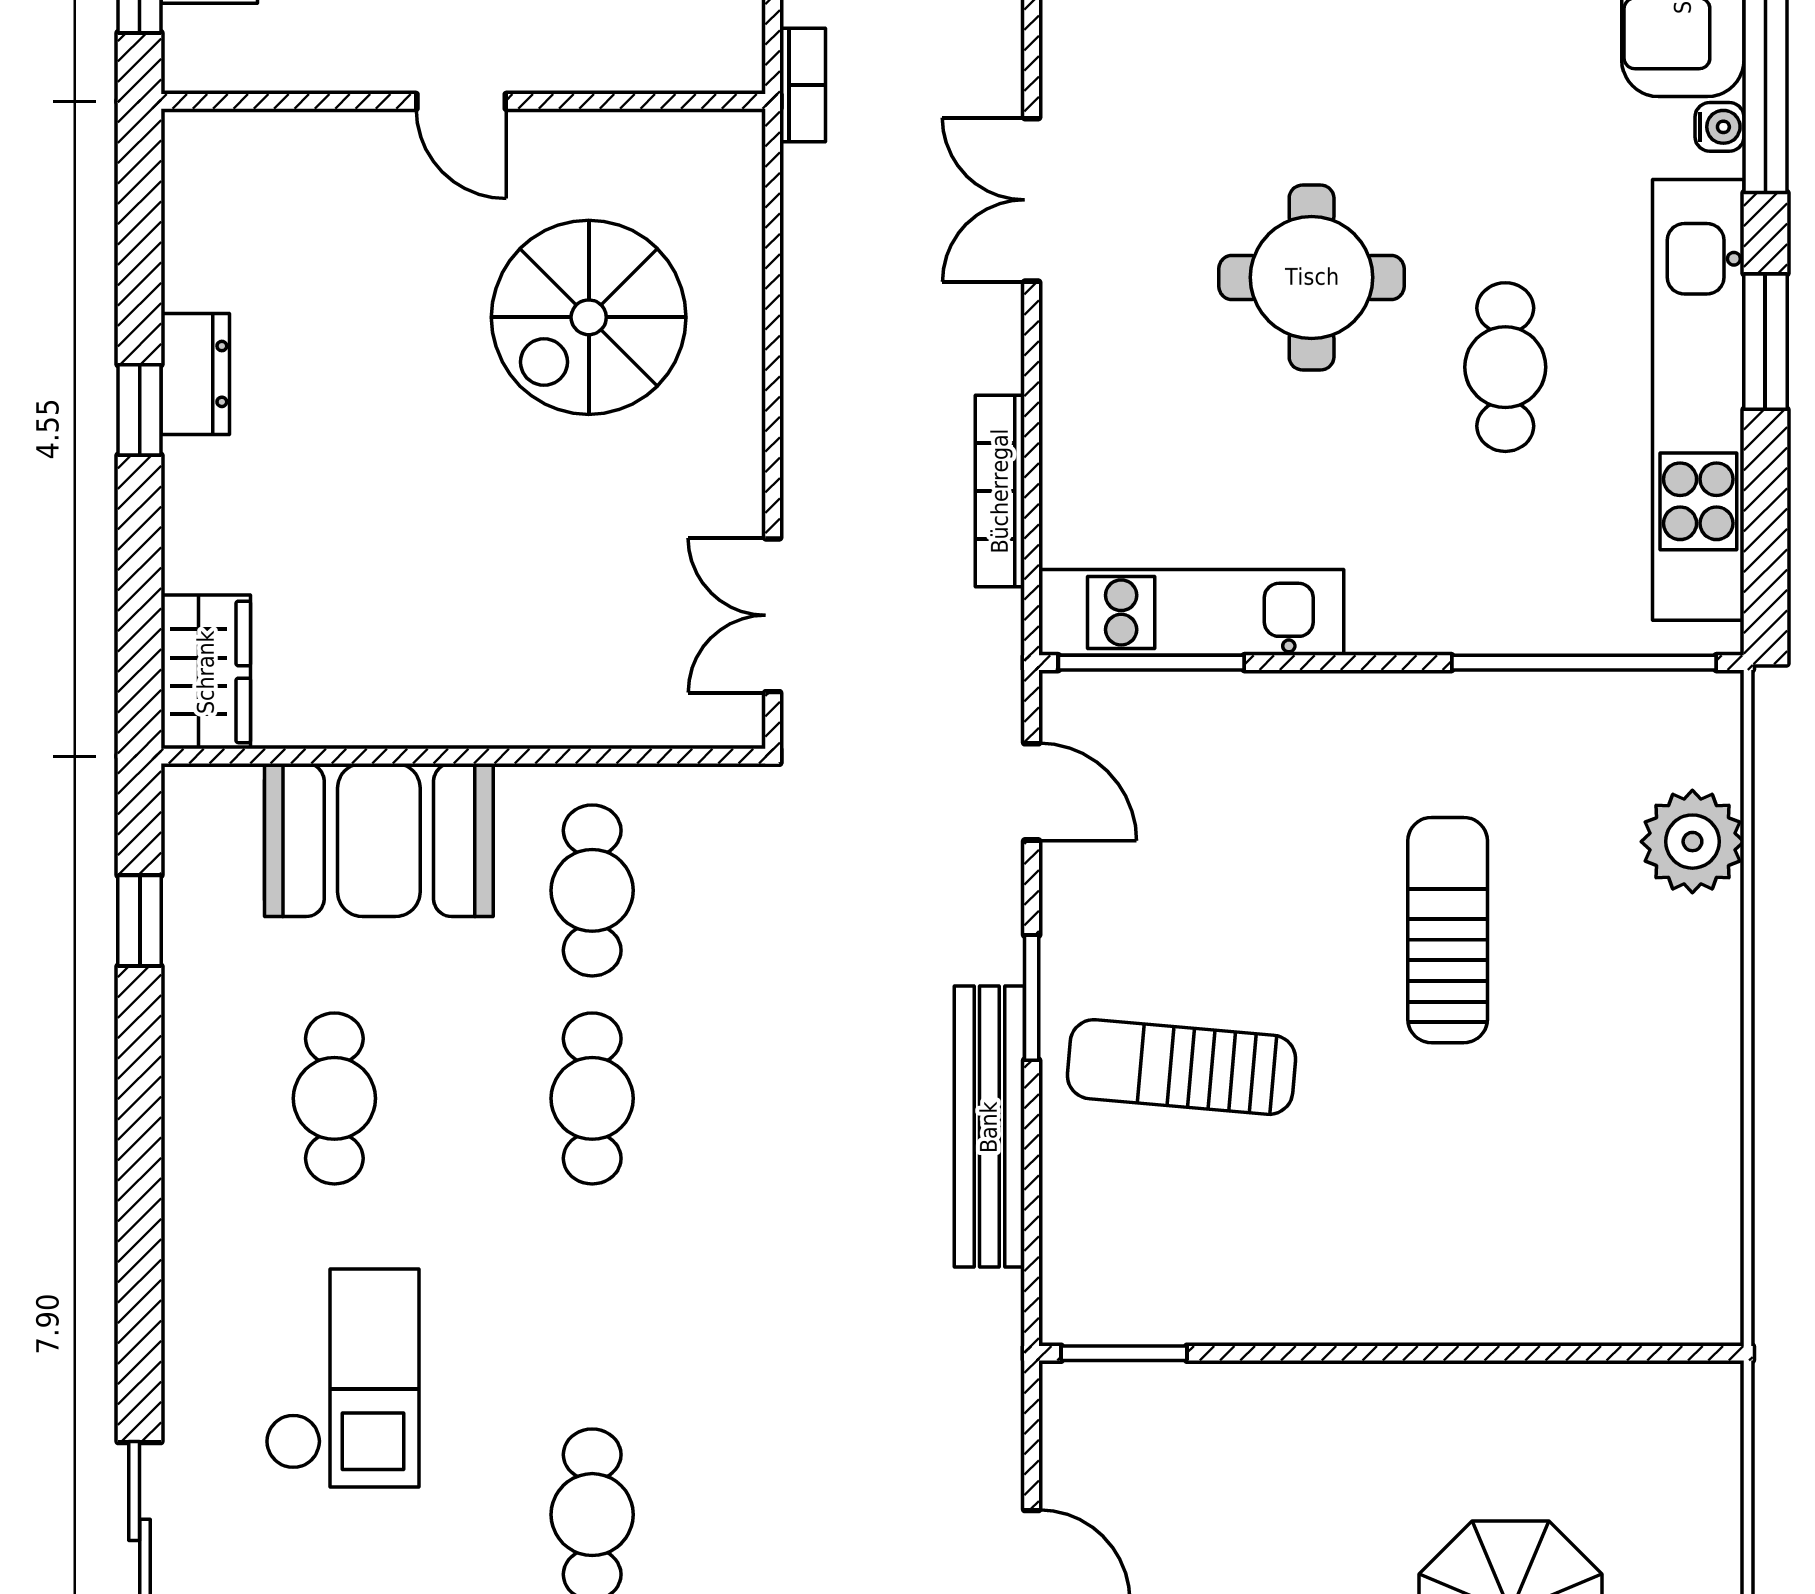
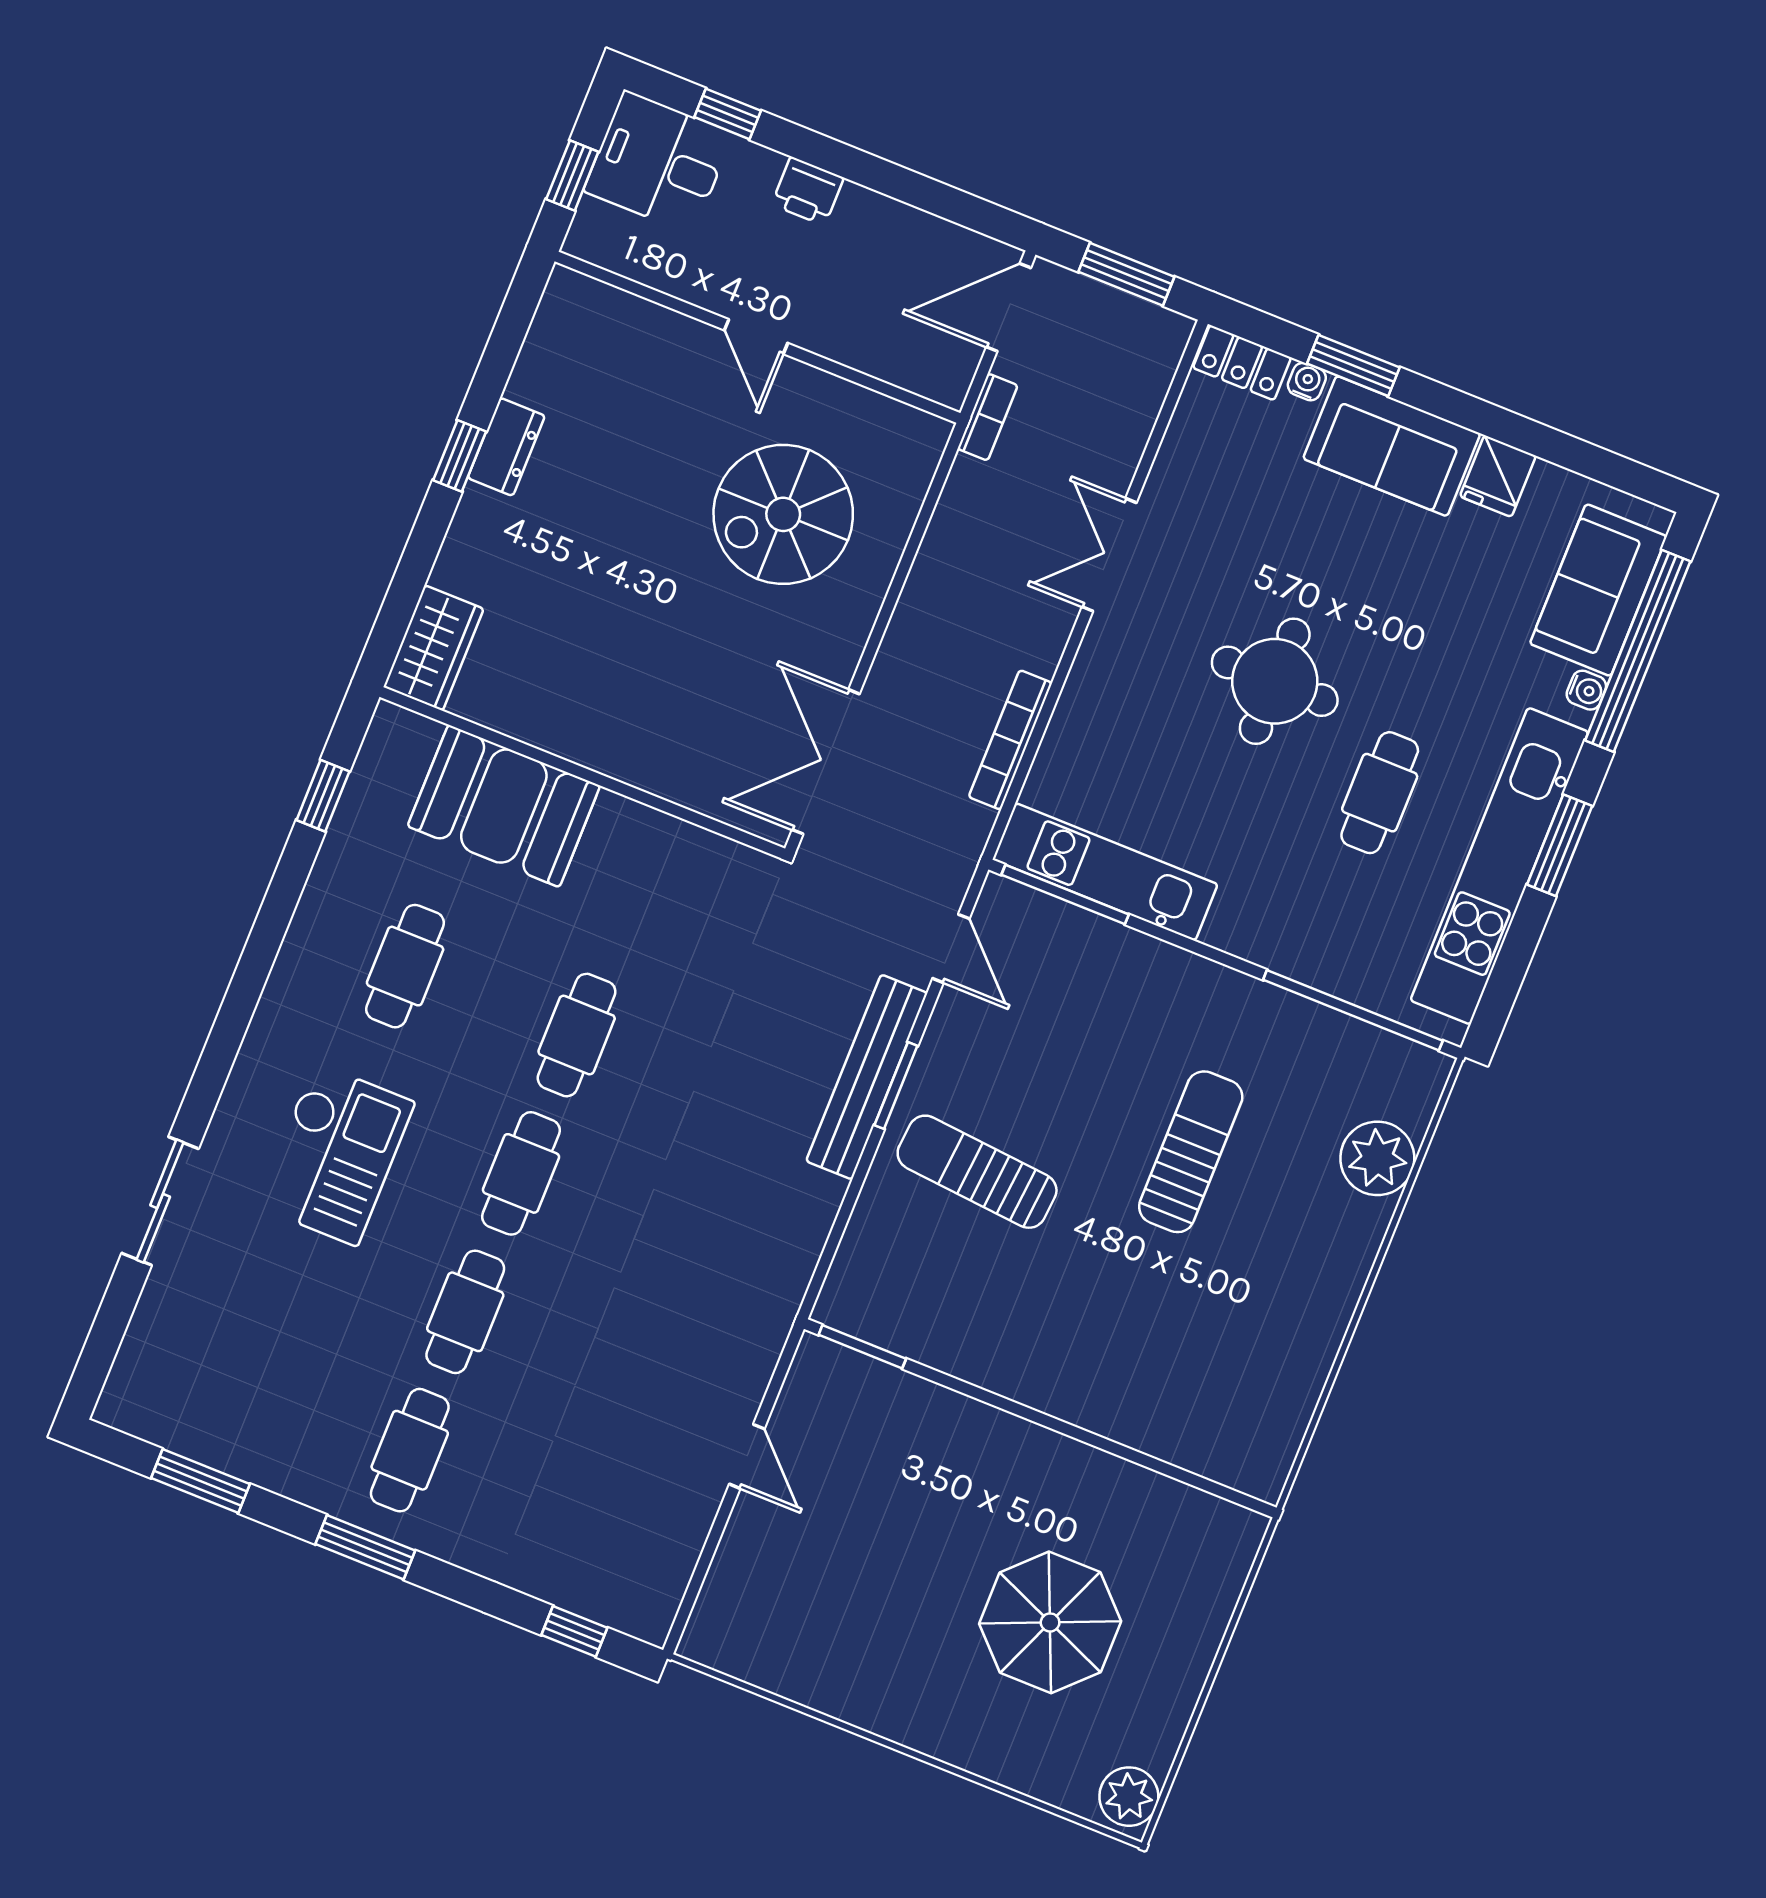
double door: (773, 615) -> (826, 762), width x1.37
cafe table: (592, 890) -> (521, 1173), moved
bench: (989, 1127) -> (867, 1077), moved

